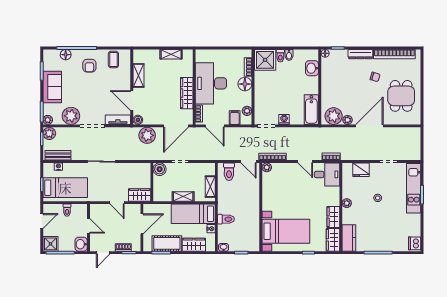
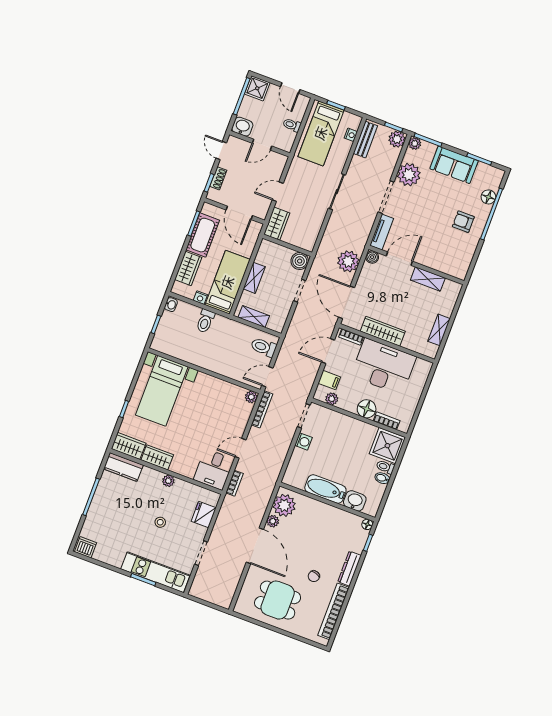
coffee table: (113, 59) -> (460, 255), removed
bathtub: (311, 110) -> (325, 489), moved

